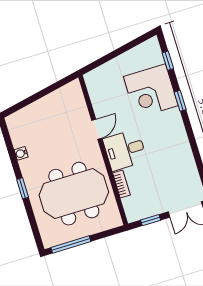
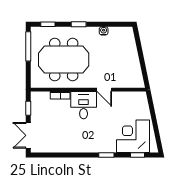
corner desk: (151, 91) -> (133, 136), moved
meeting table: (74, 194) -> (64, 60), turned 90
window: (35, 228) -> (48, 24), added

